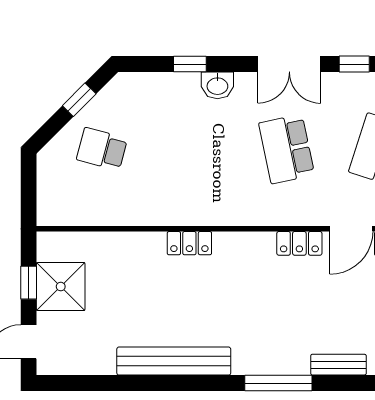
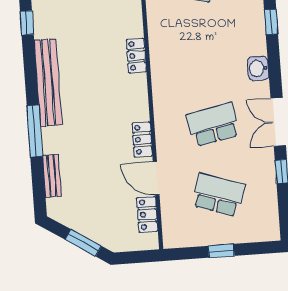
window: (190, 64) -> (271, 22), moved
bench: (174, 361) -> (48, 83), moved
window: (136, 383) -> (27, 23), added

